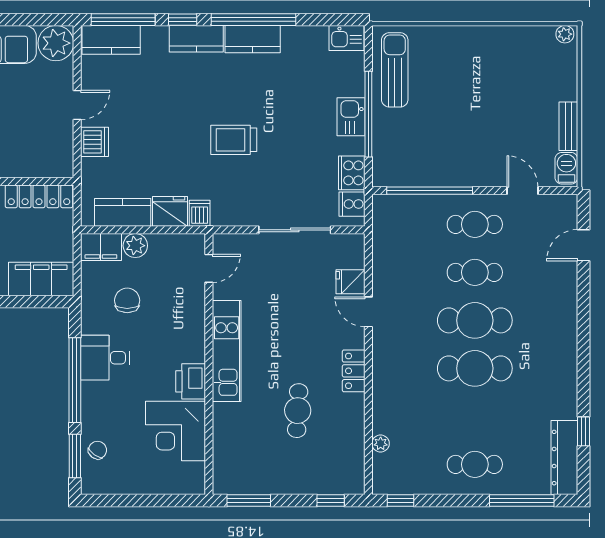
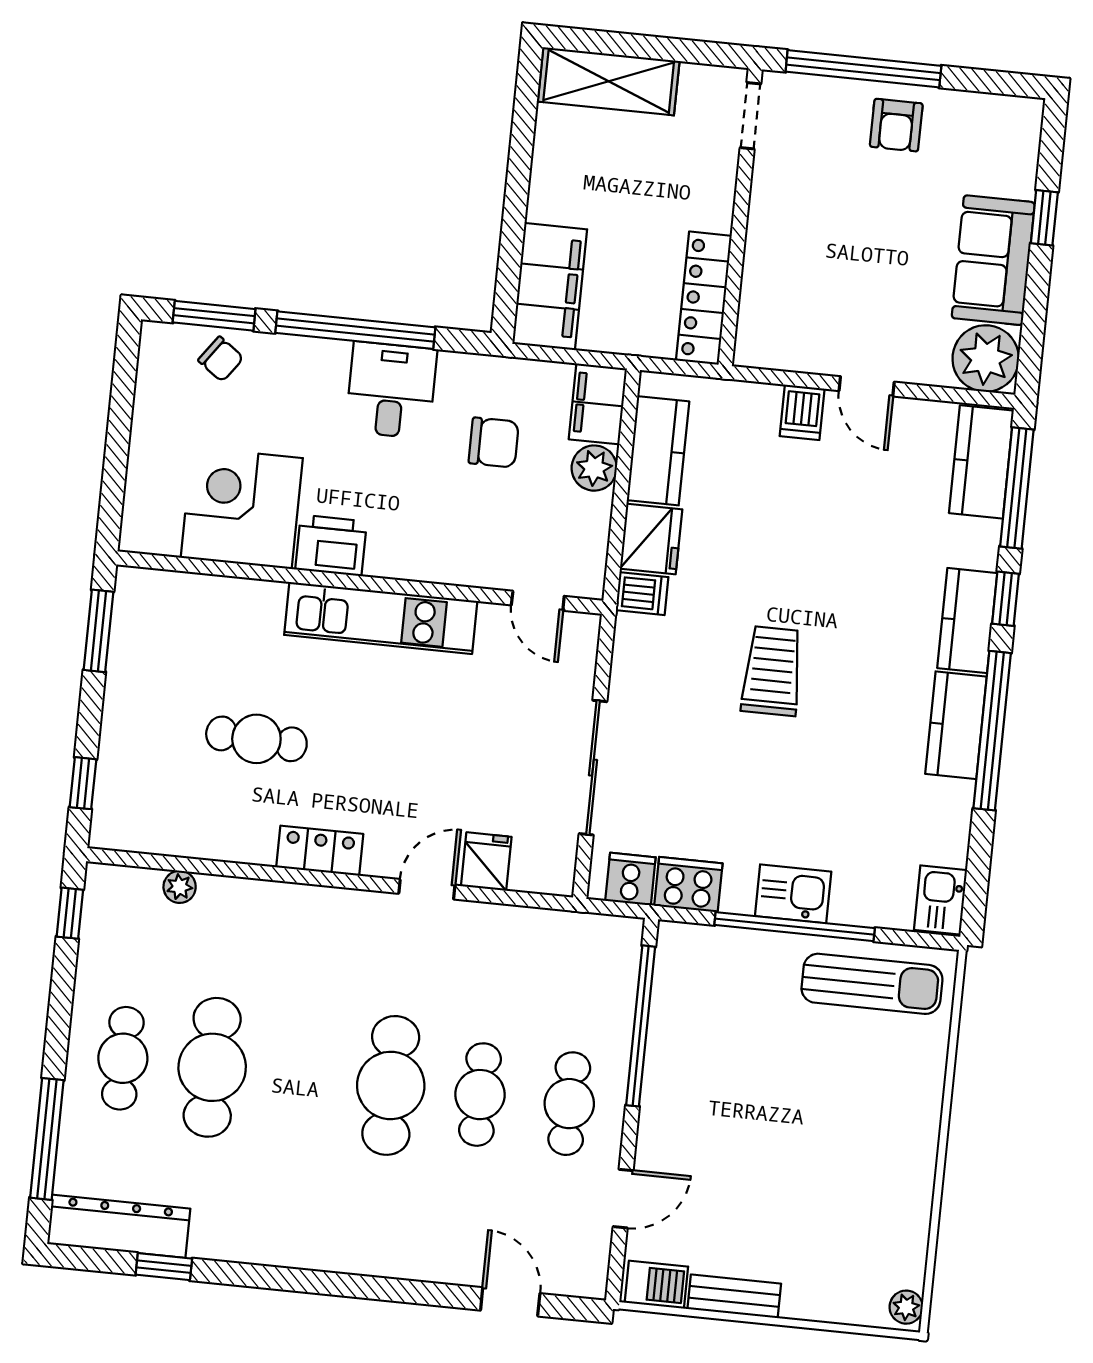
dishwasher: (94, 142) -> (802, 412), width x0.73
cafe table: (475, 368) -> (212, 1067), moved

